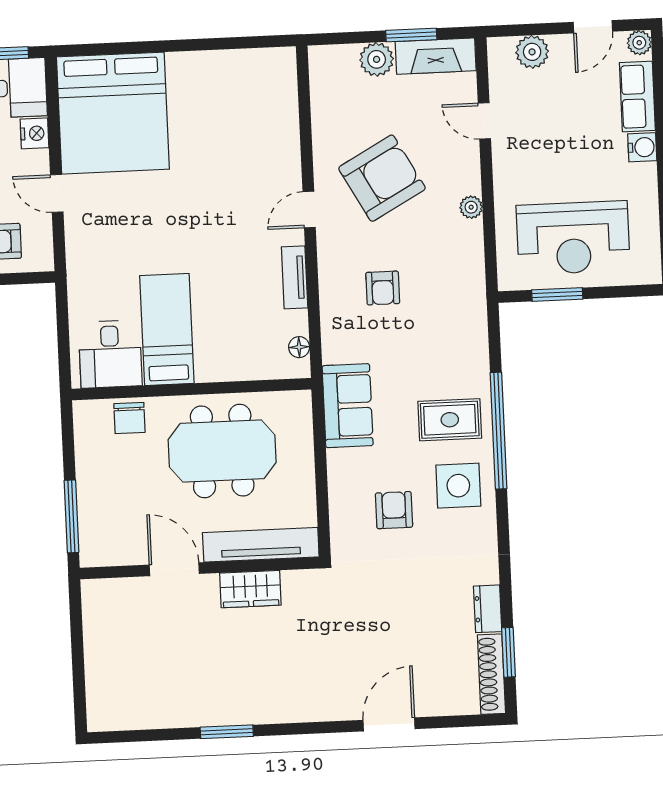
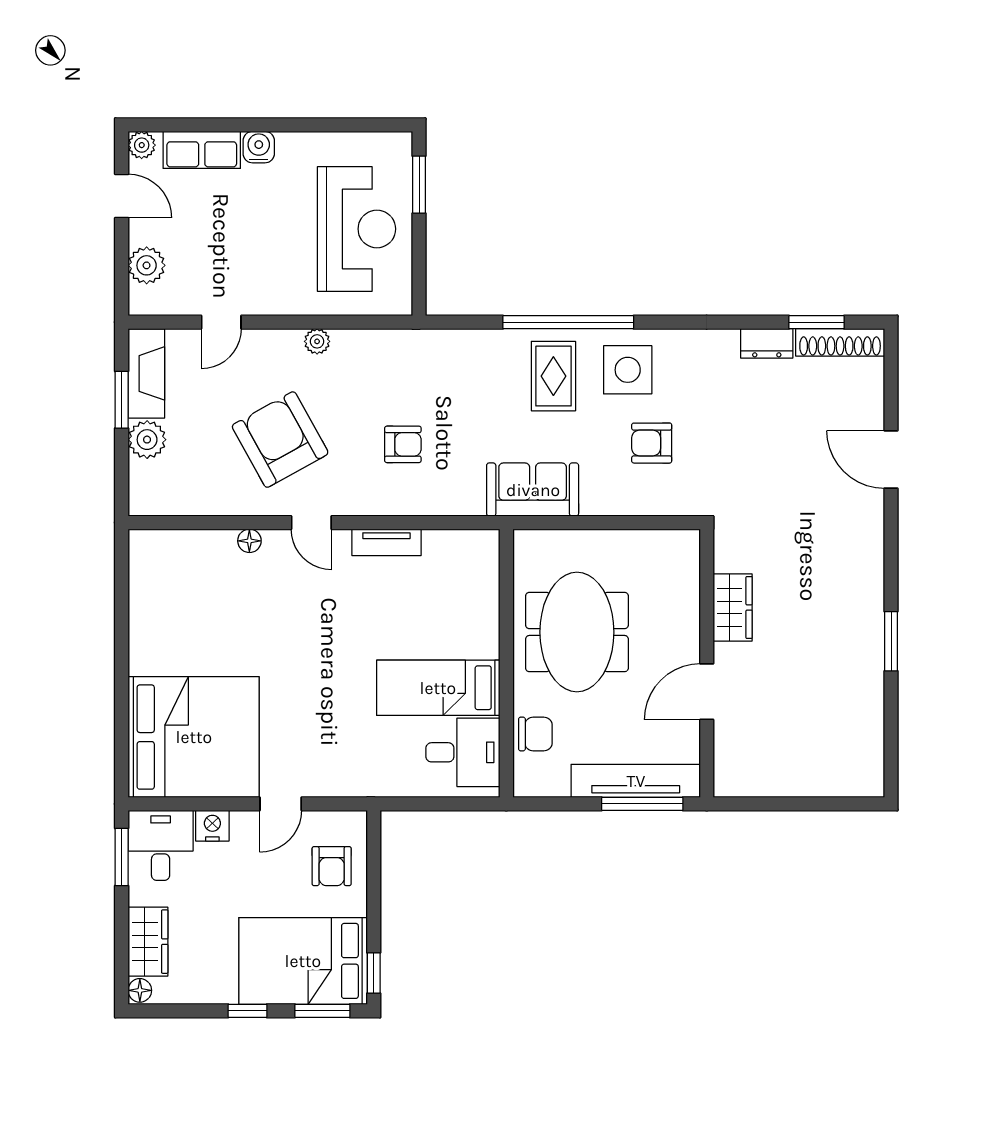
window: (557, 294) -> (419, 185), moved
floor lamp: (299, 347) -> (249, 541), moved
tv unit: (261, 545) -> (636, 781), moved, turned 90

